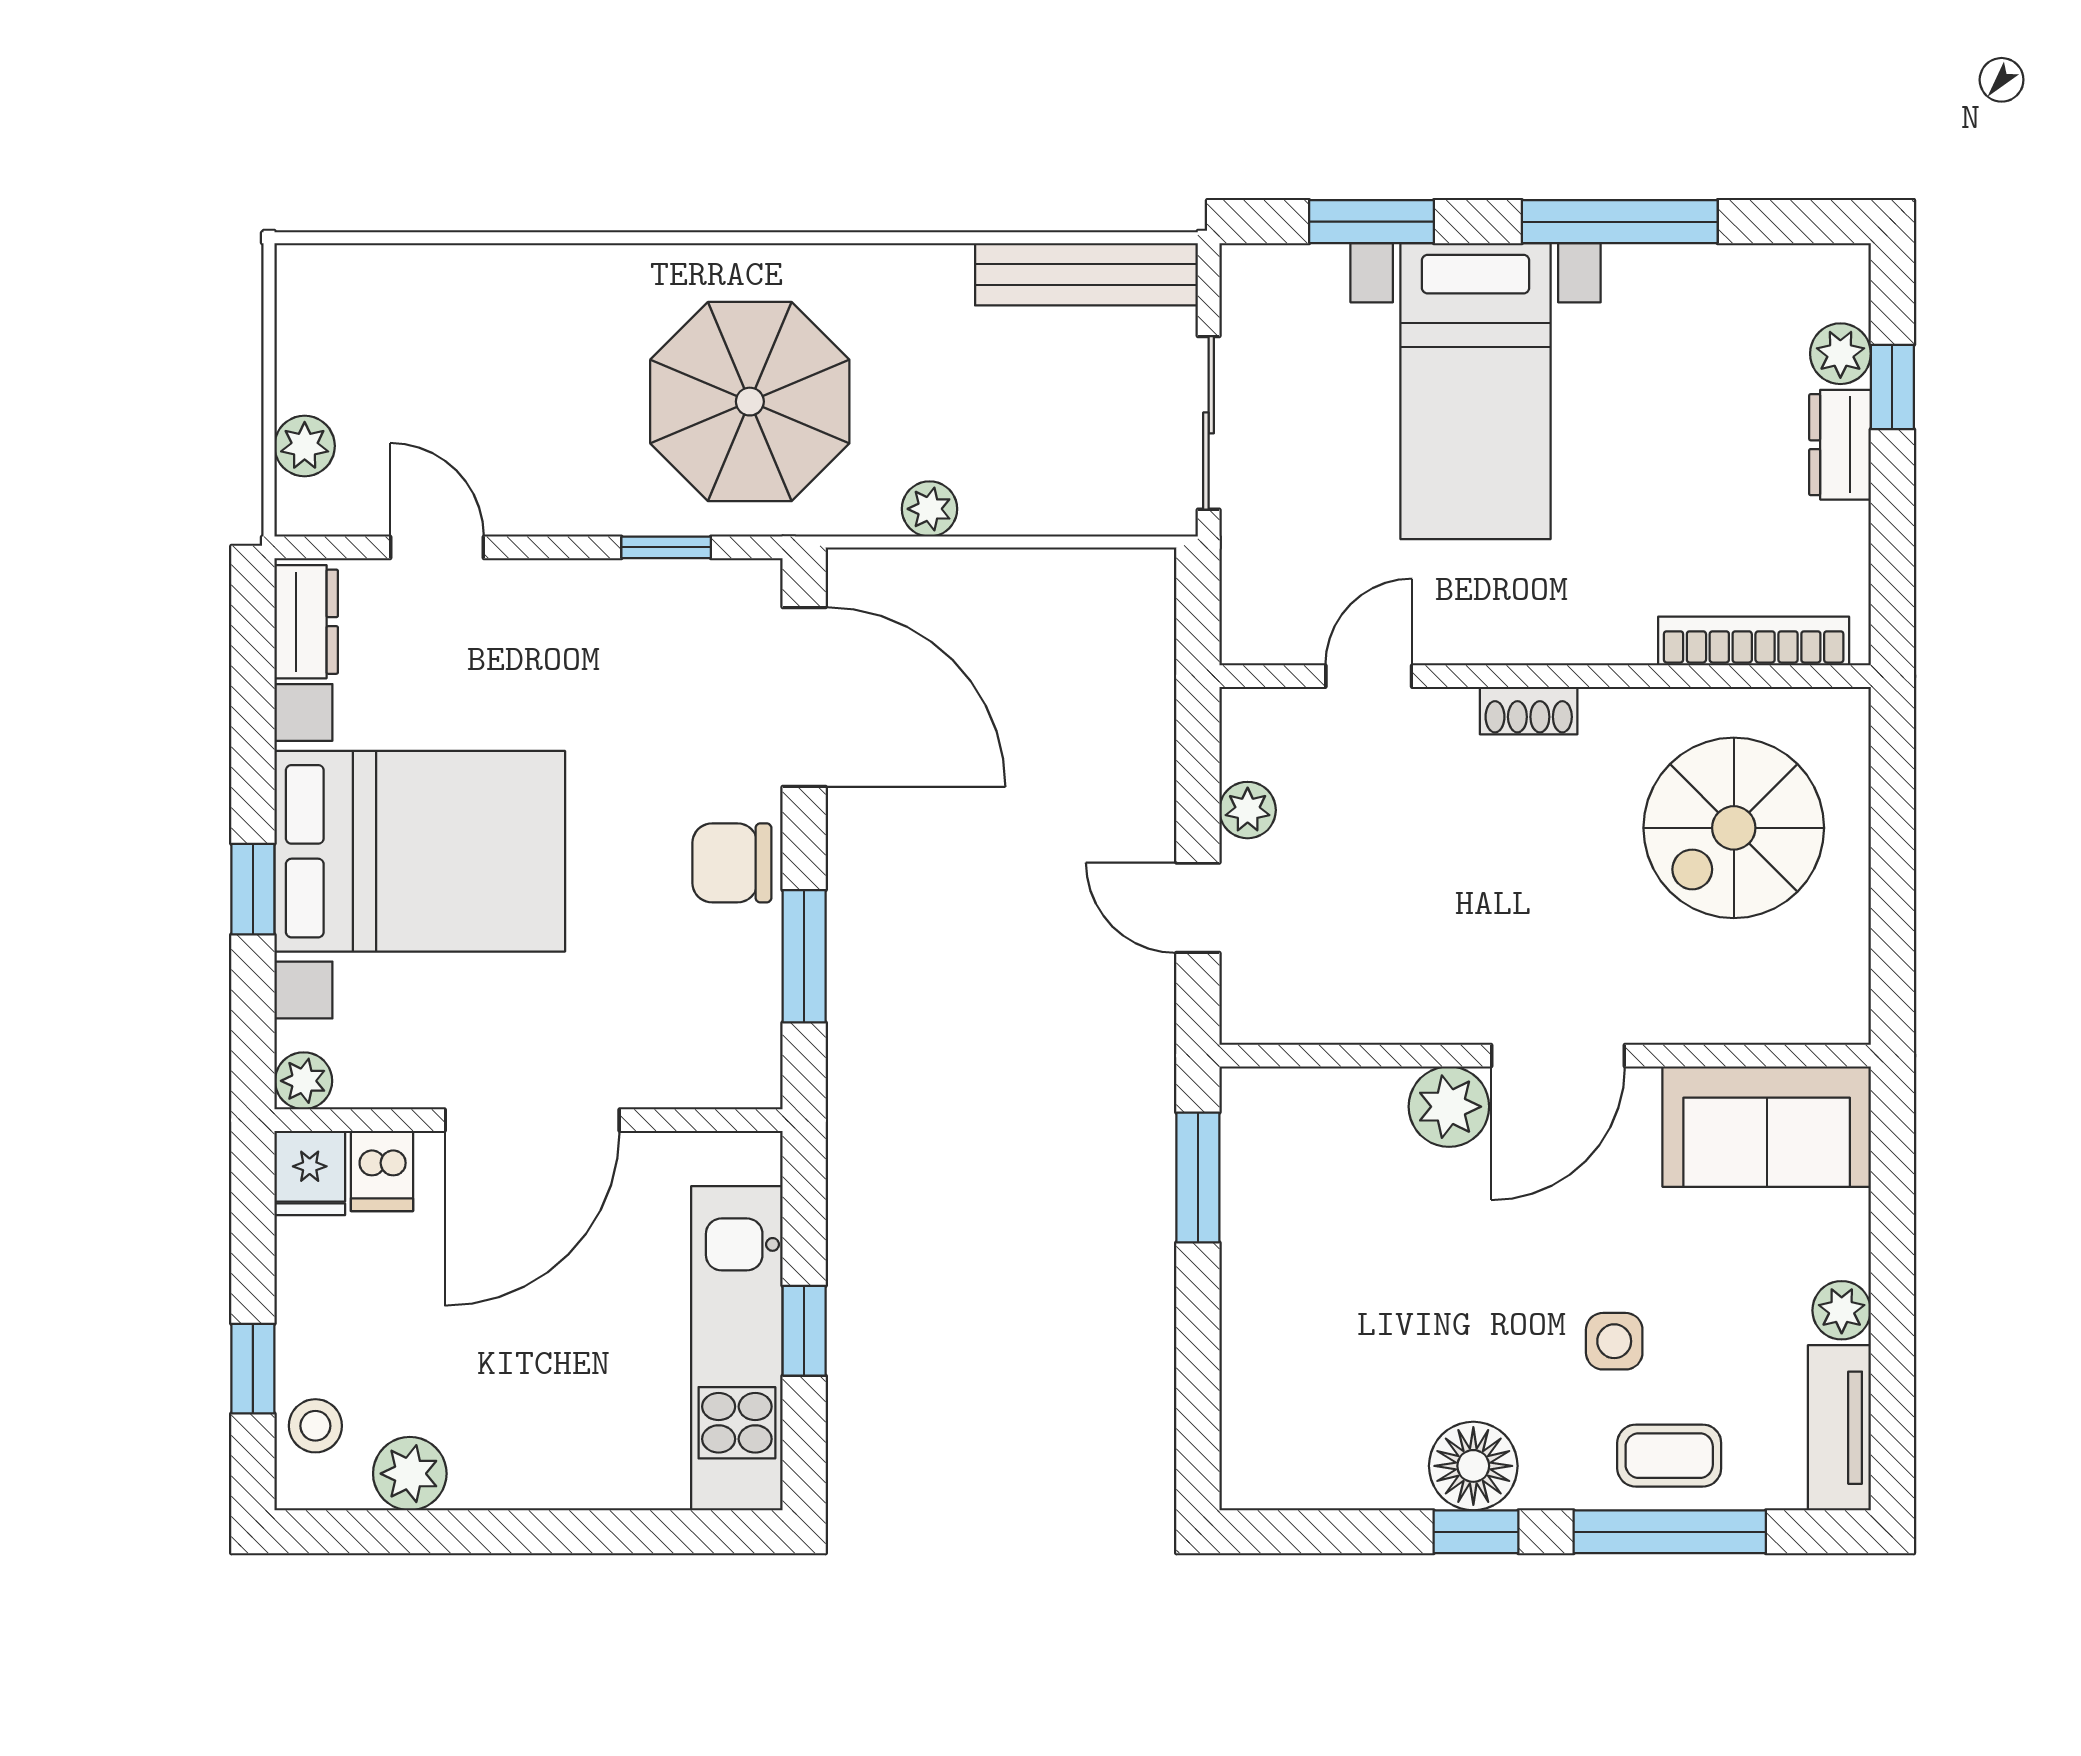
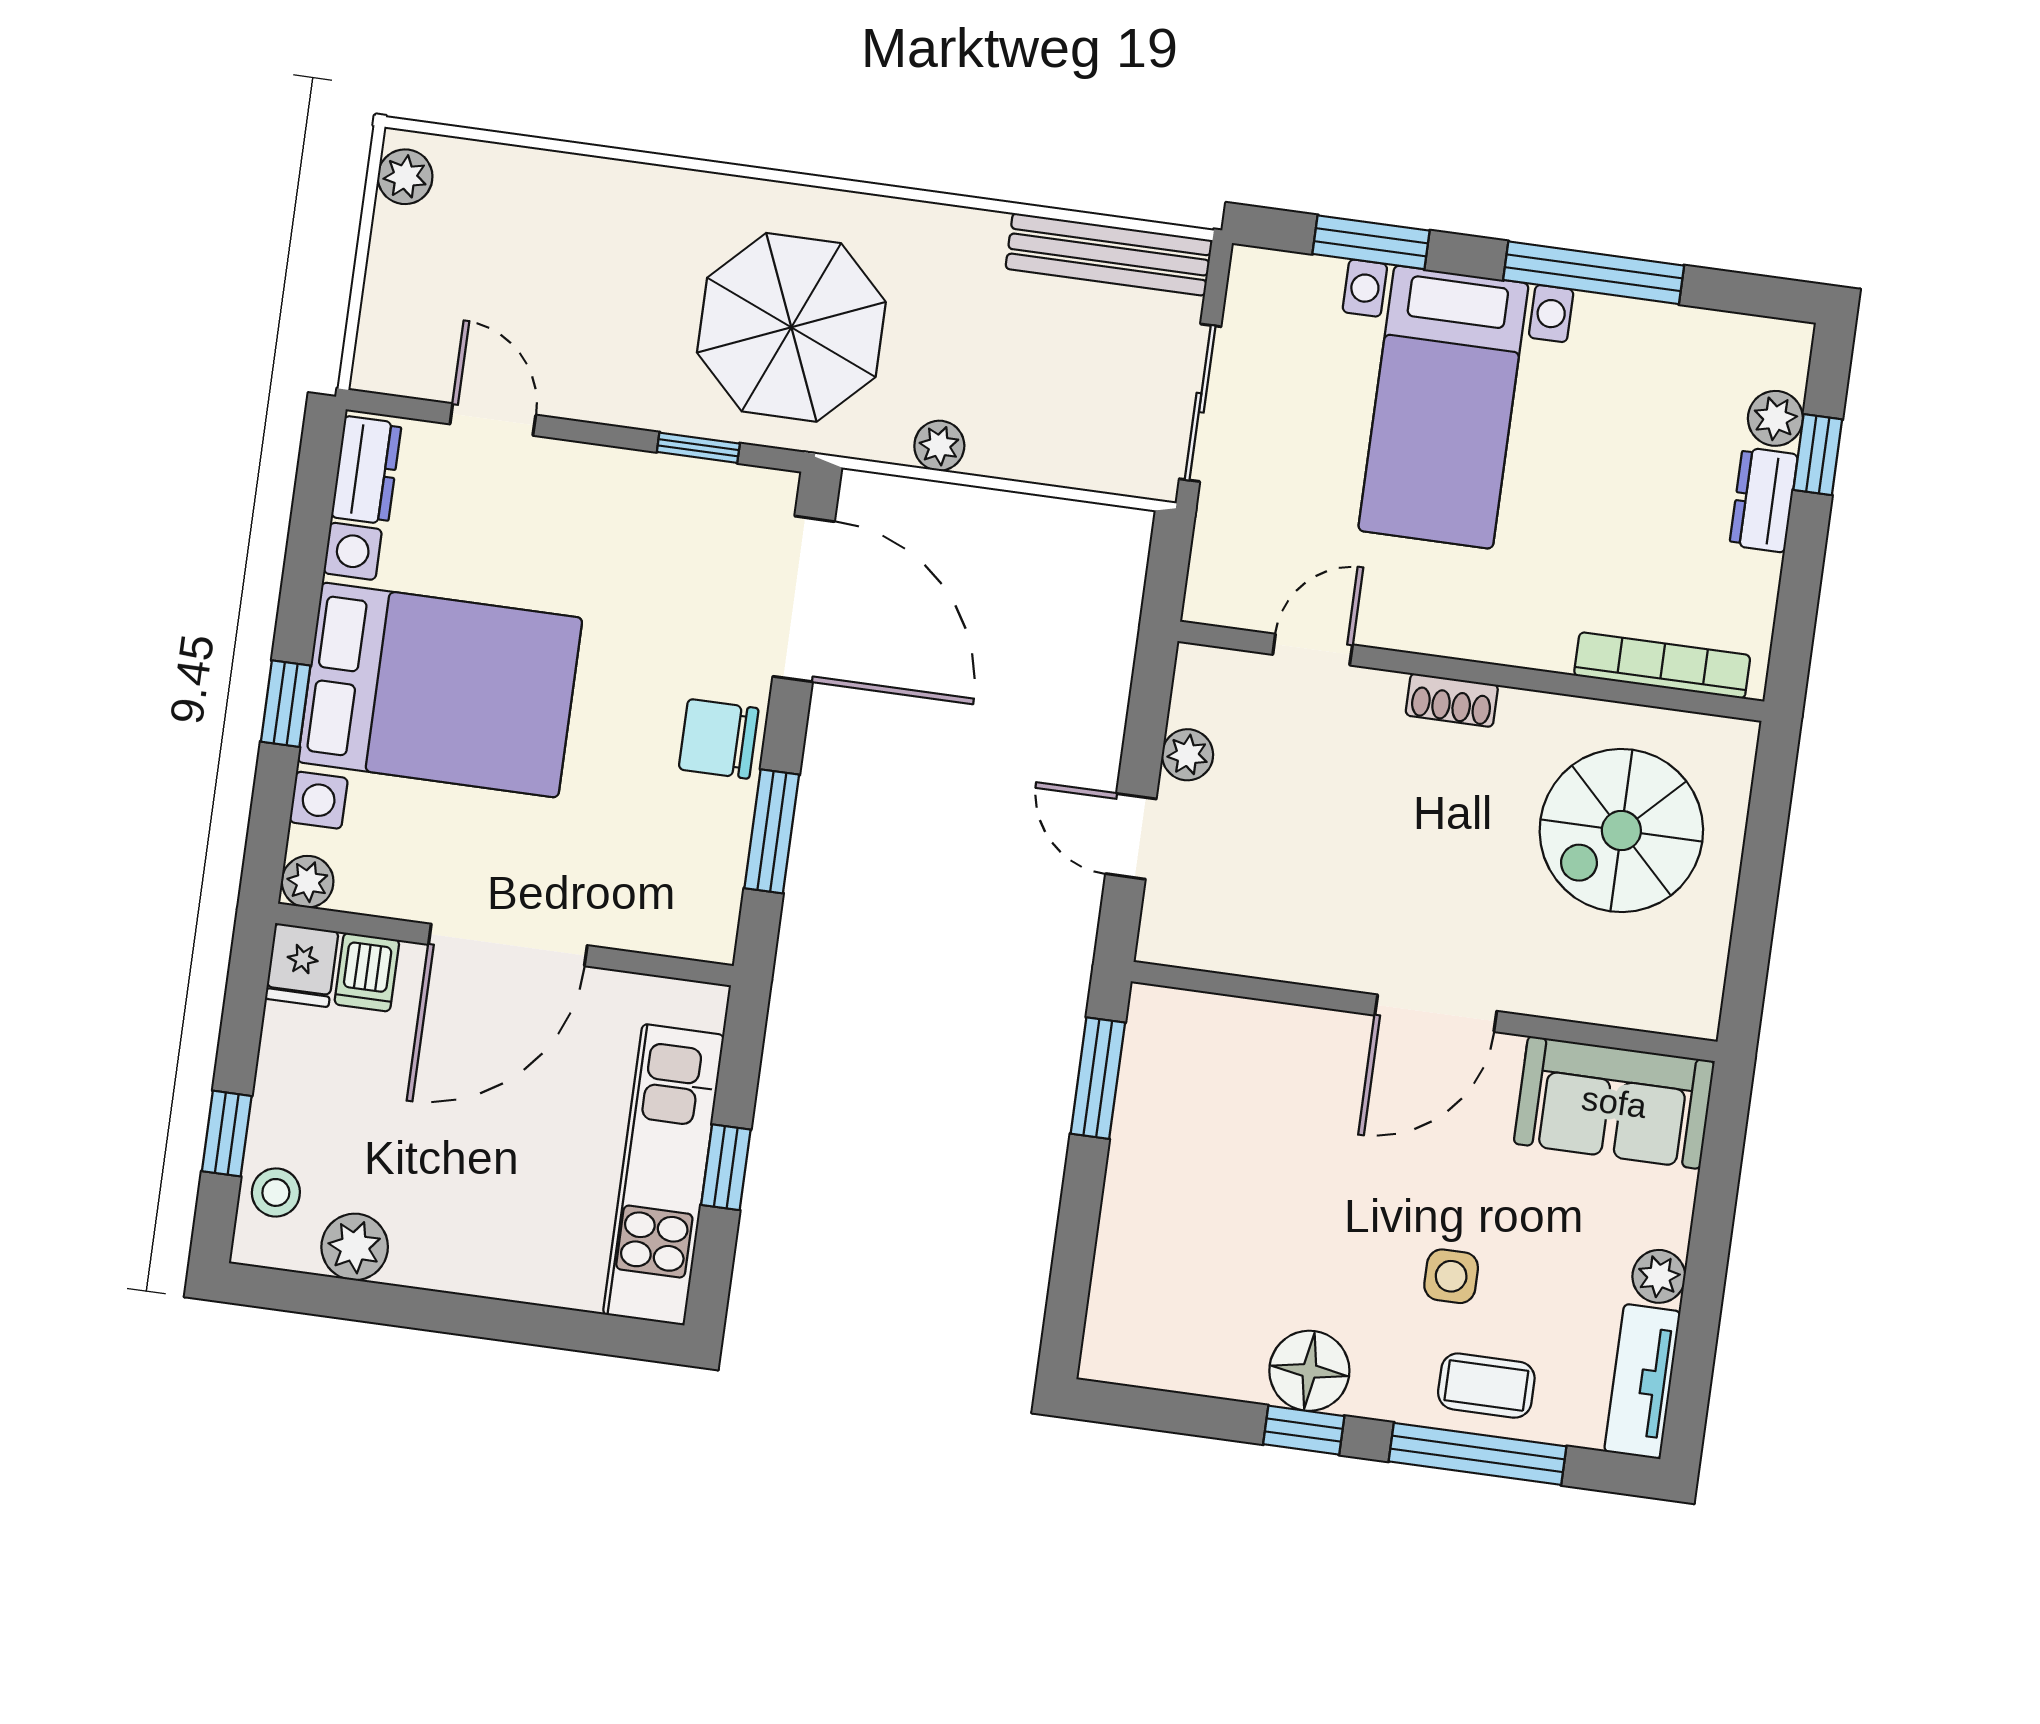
plant: (305, 446) -> (405, 177), moved
plant: (1449, 1107) -> (1332, 1046), removed

